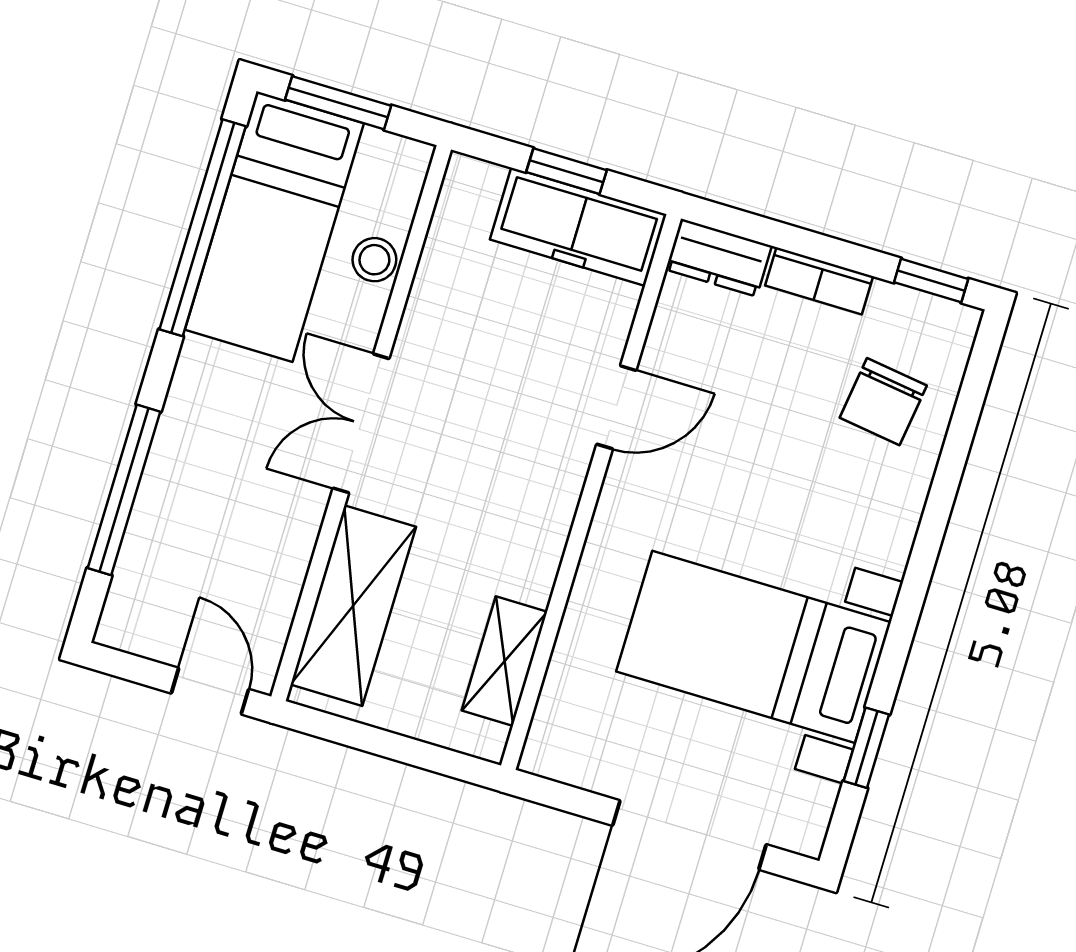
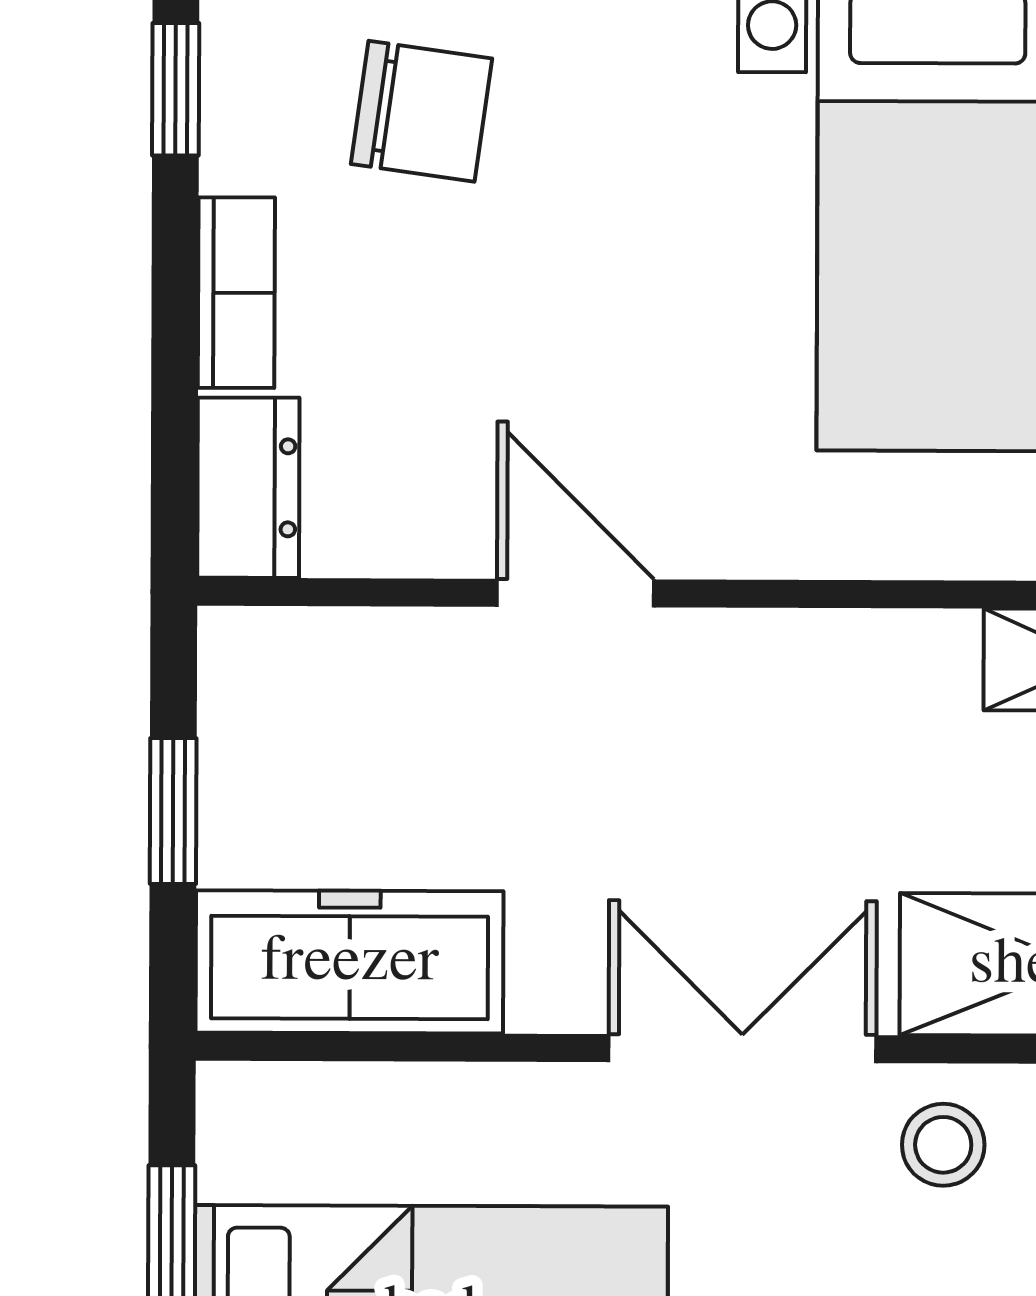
freezer: (578, 227) -> (350, 962), moved, turned -90
stool: (374, 260) -> (943, 1145), moved
double door: (361, 423) -> (742, 1049), swing flipped

